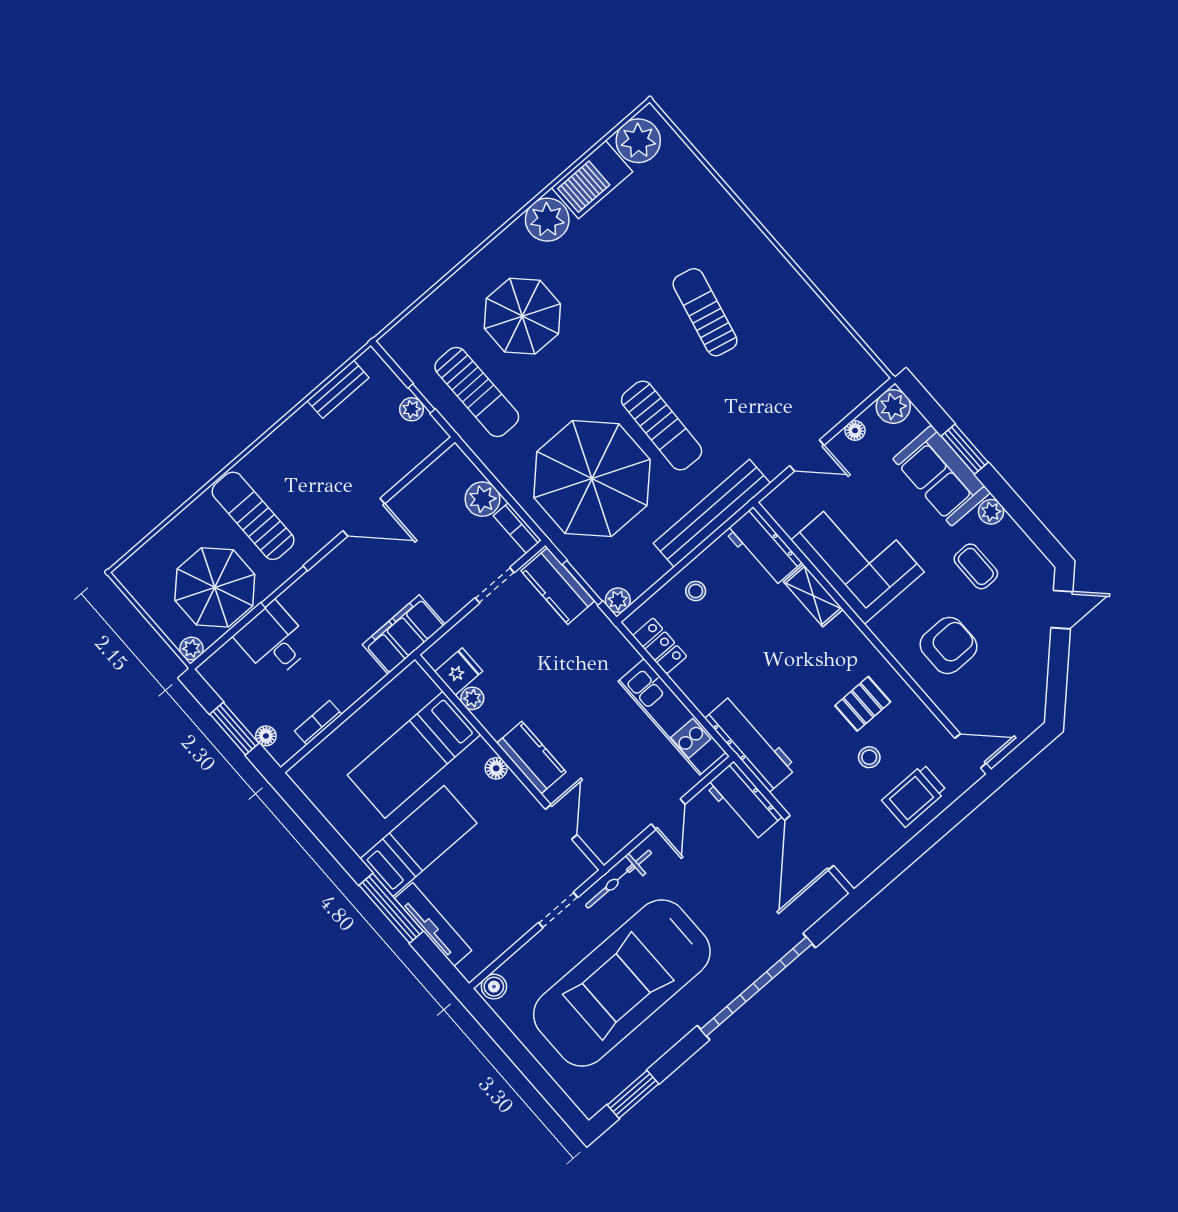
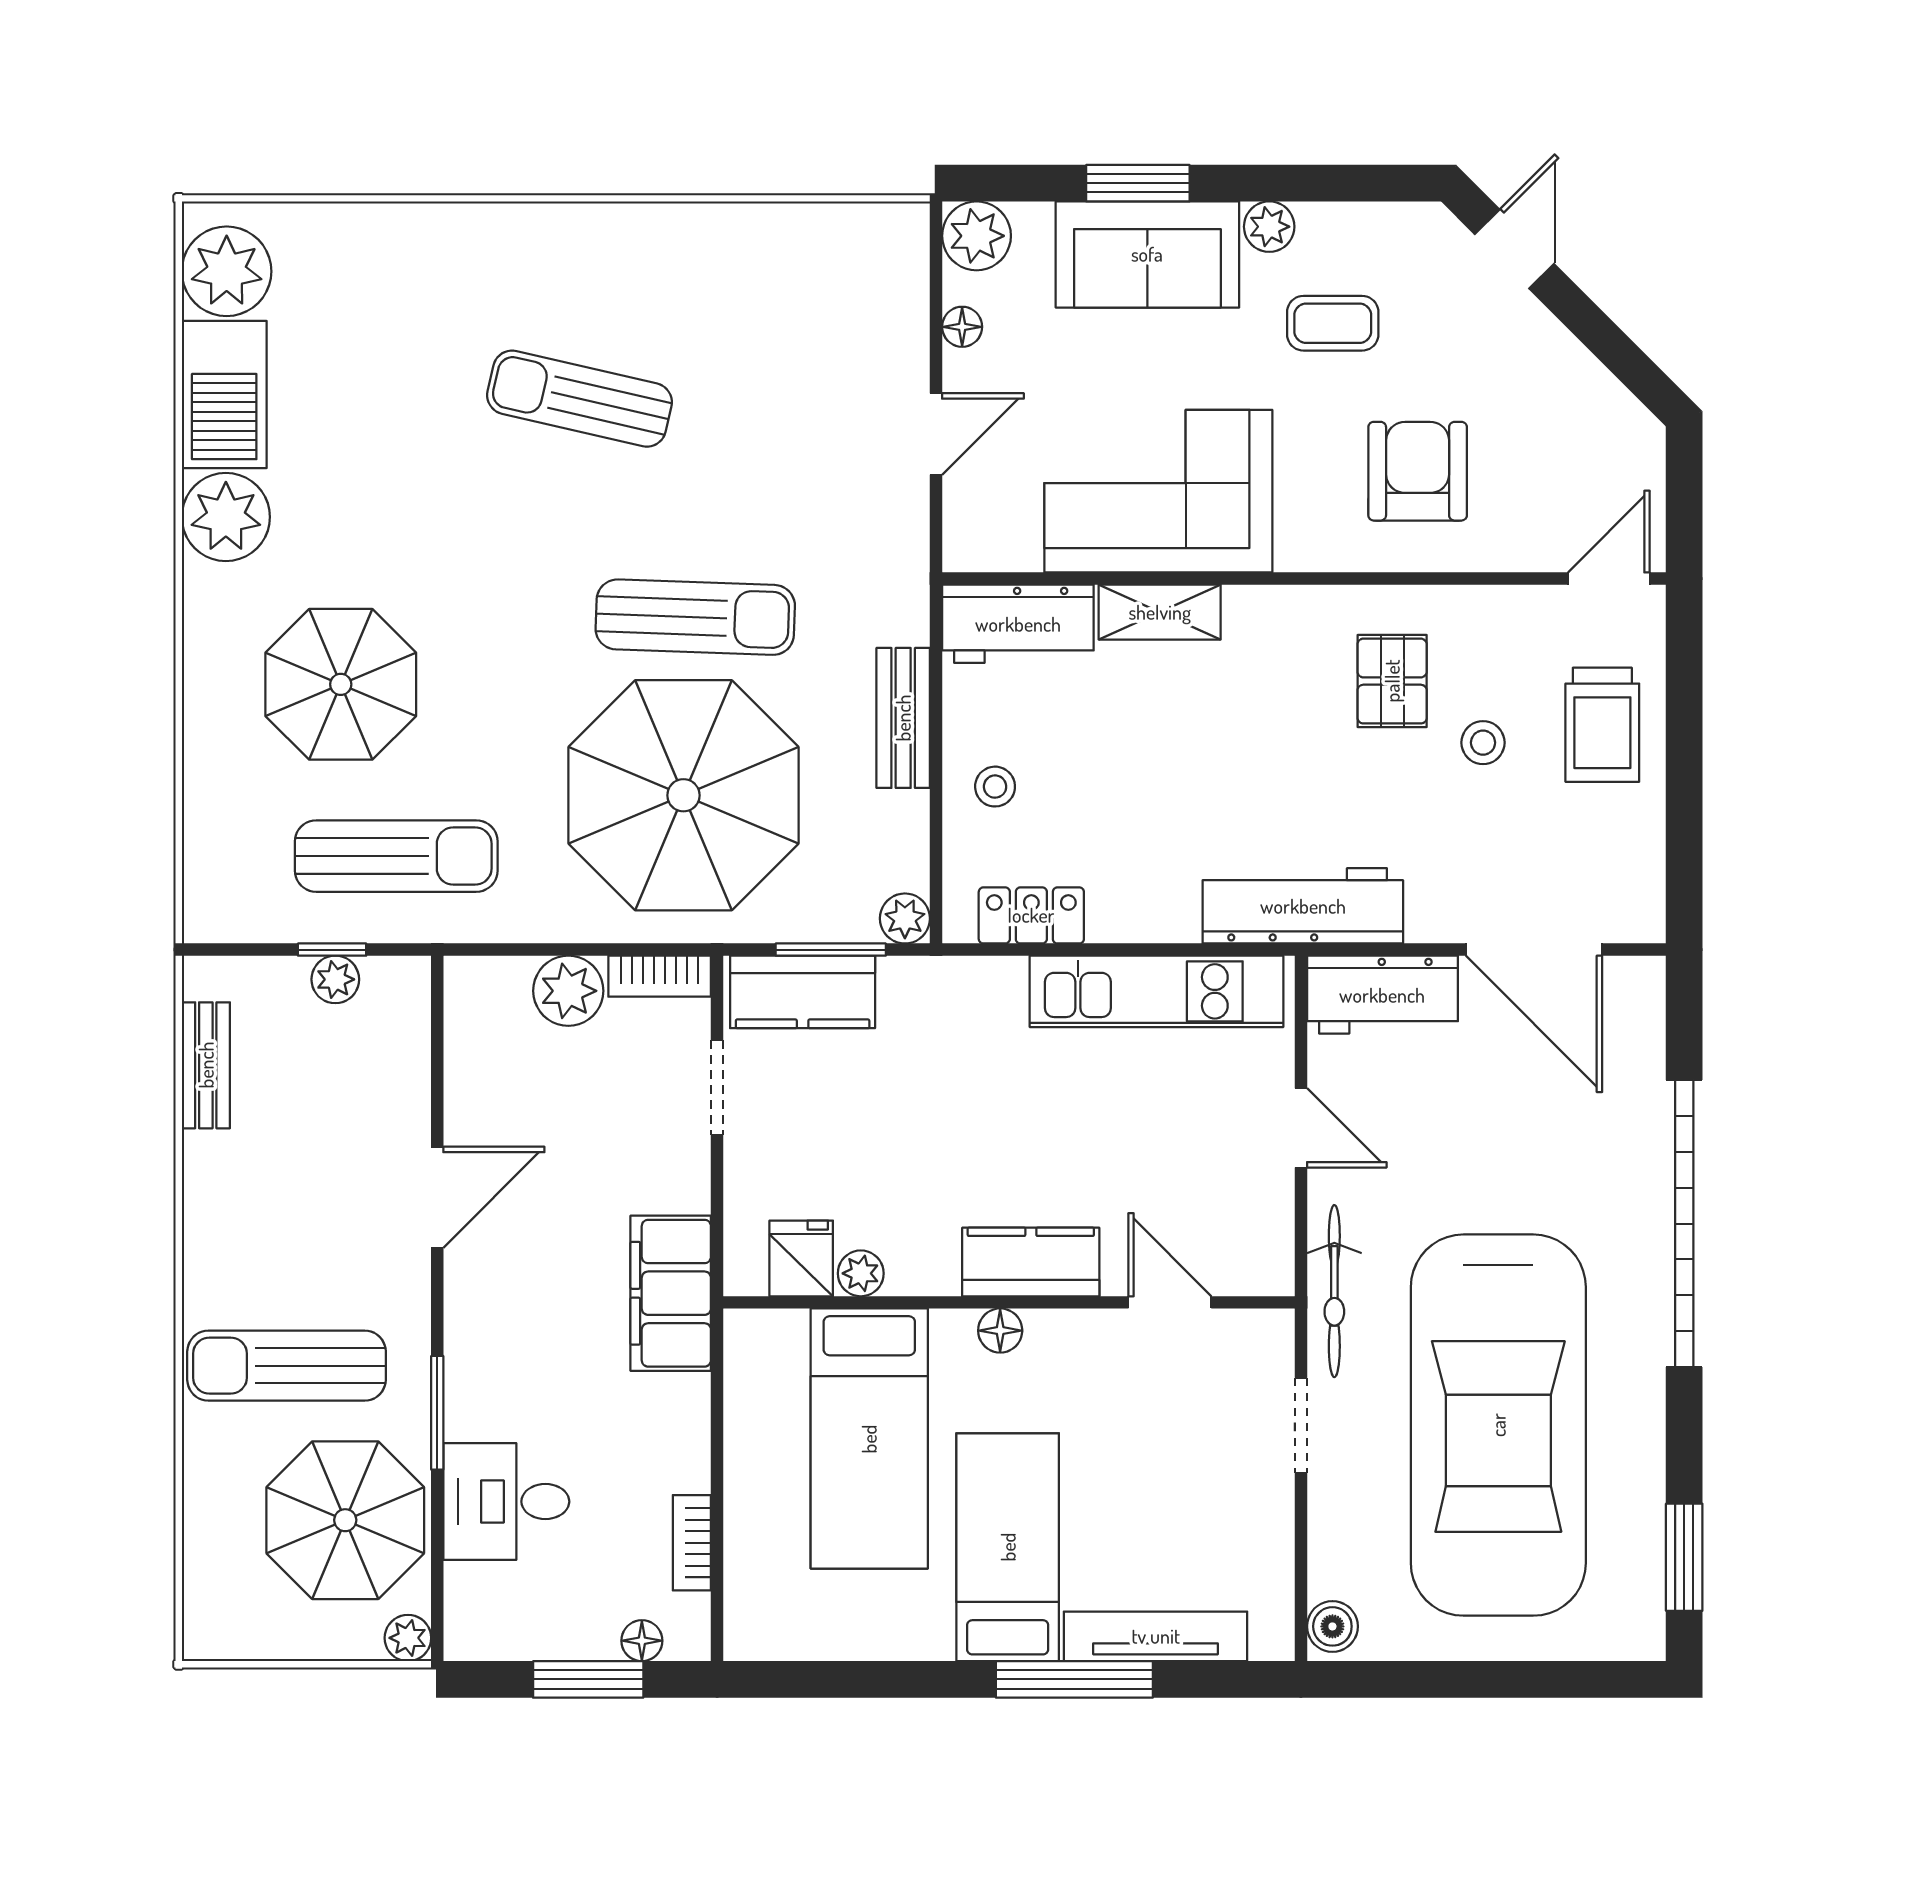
bench: (712, 513) -> (903, 718), width x0.54, depth x0.82

